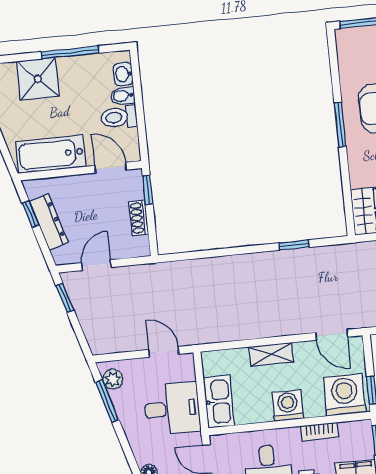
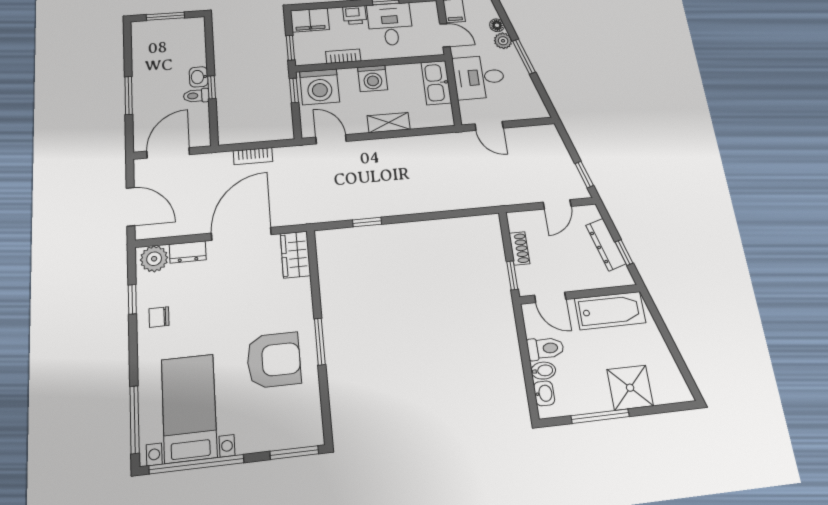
plant: (113, 379) -> (503, 41), moved
window: (107, 401) -> (524, 56), moved

